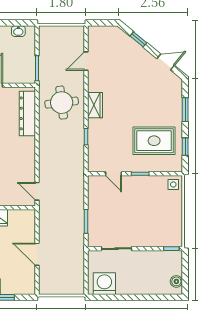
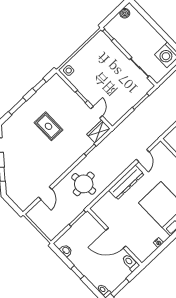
door: (86, 61) -> (45, 193), hinge flipped
wardrobe: (95, 105) -> (99, 132), moved
dresser: (27, 113) -> (126, 182), moved
rug: (154, 141) -> (48, 126), moved, width x0.73, depth x0.70
door: (37, 191) -> (143, 156), moved

